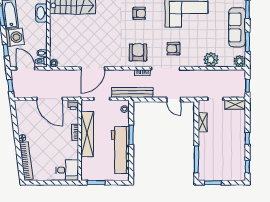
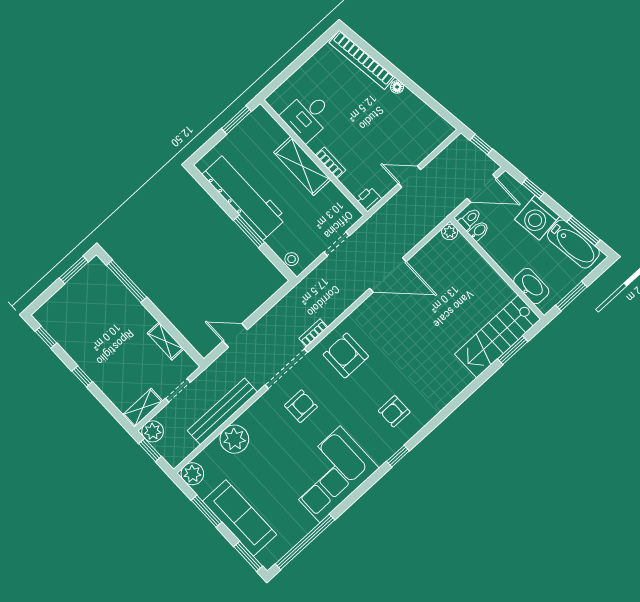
armchair: (138, 52) -> (346, 355), turned 180
door: (93, 68) -> (388, 275), swing flipped
bench: (132, 92) -> (222, 411), moved
plant: (240, 92) -> (153, 431), added
door: (49, 99) -> (409, 177), width x0.53
shelving: (87, 134) -> (302, 166), width x0.68
desk: (67, 170) -> (307, 116), moved

